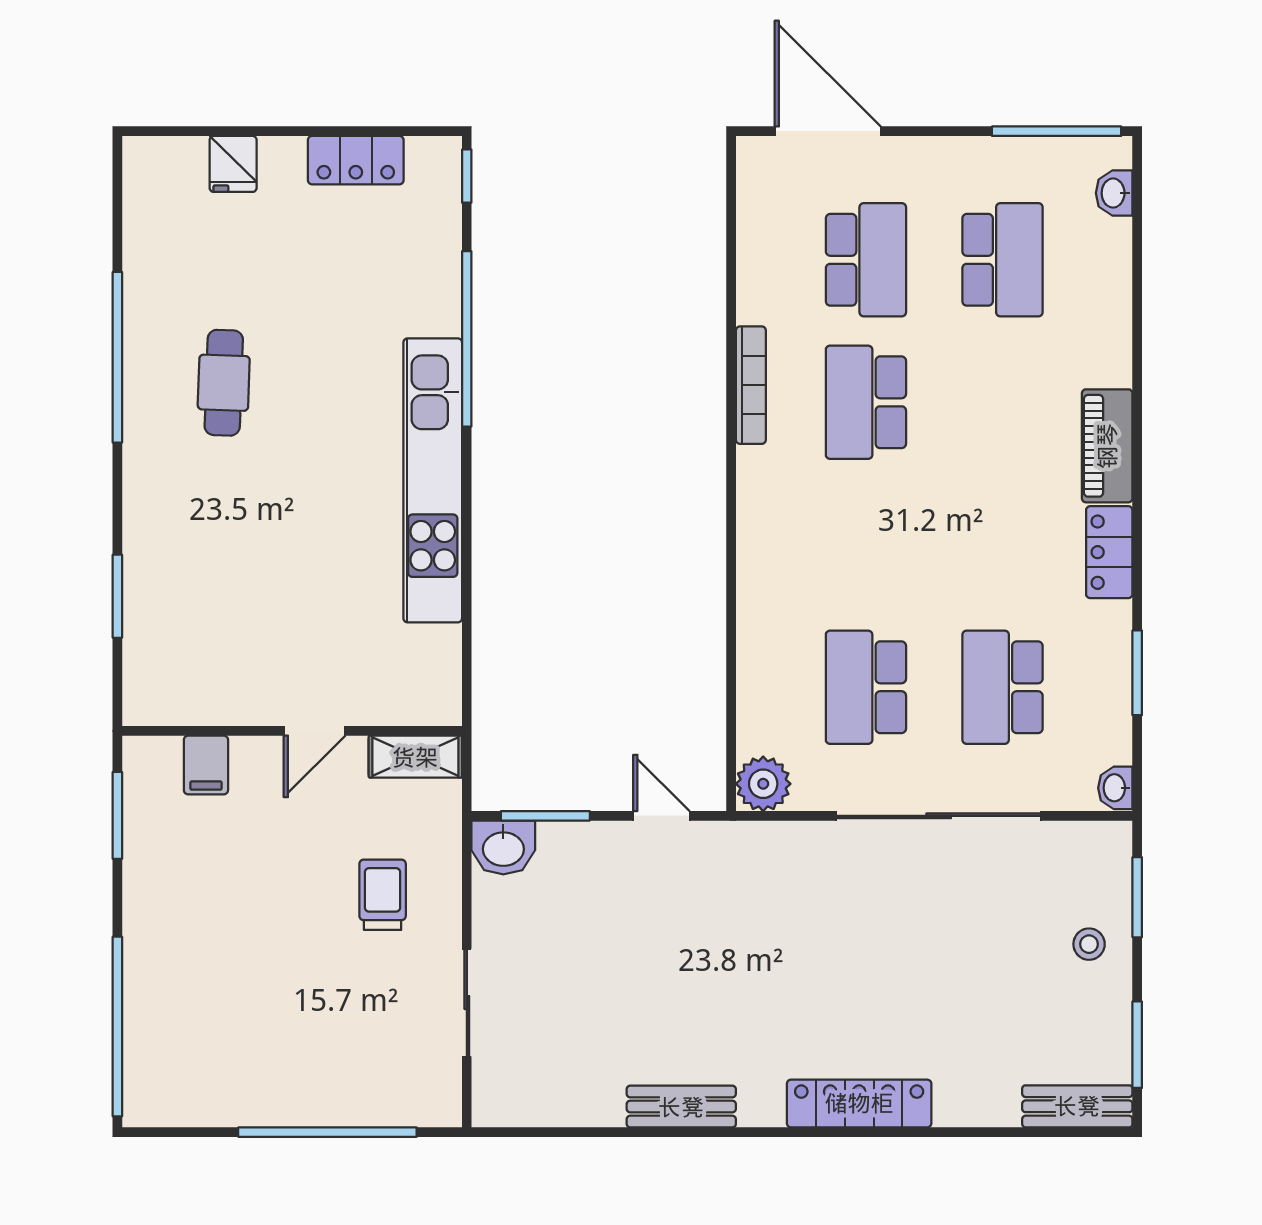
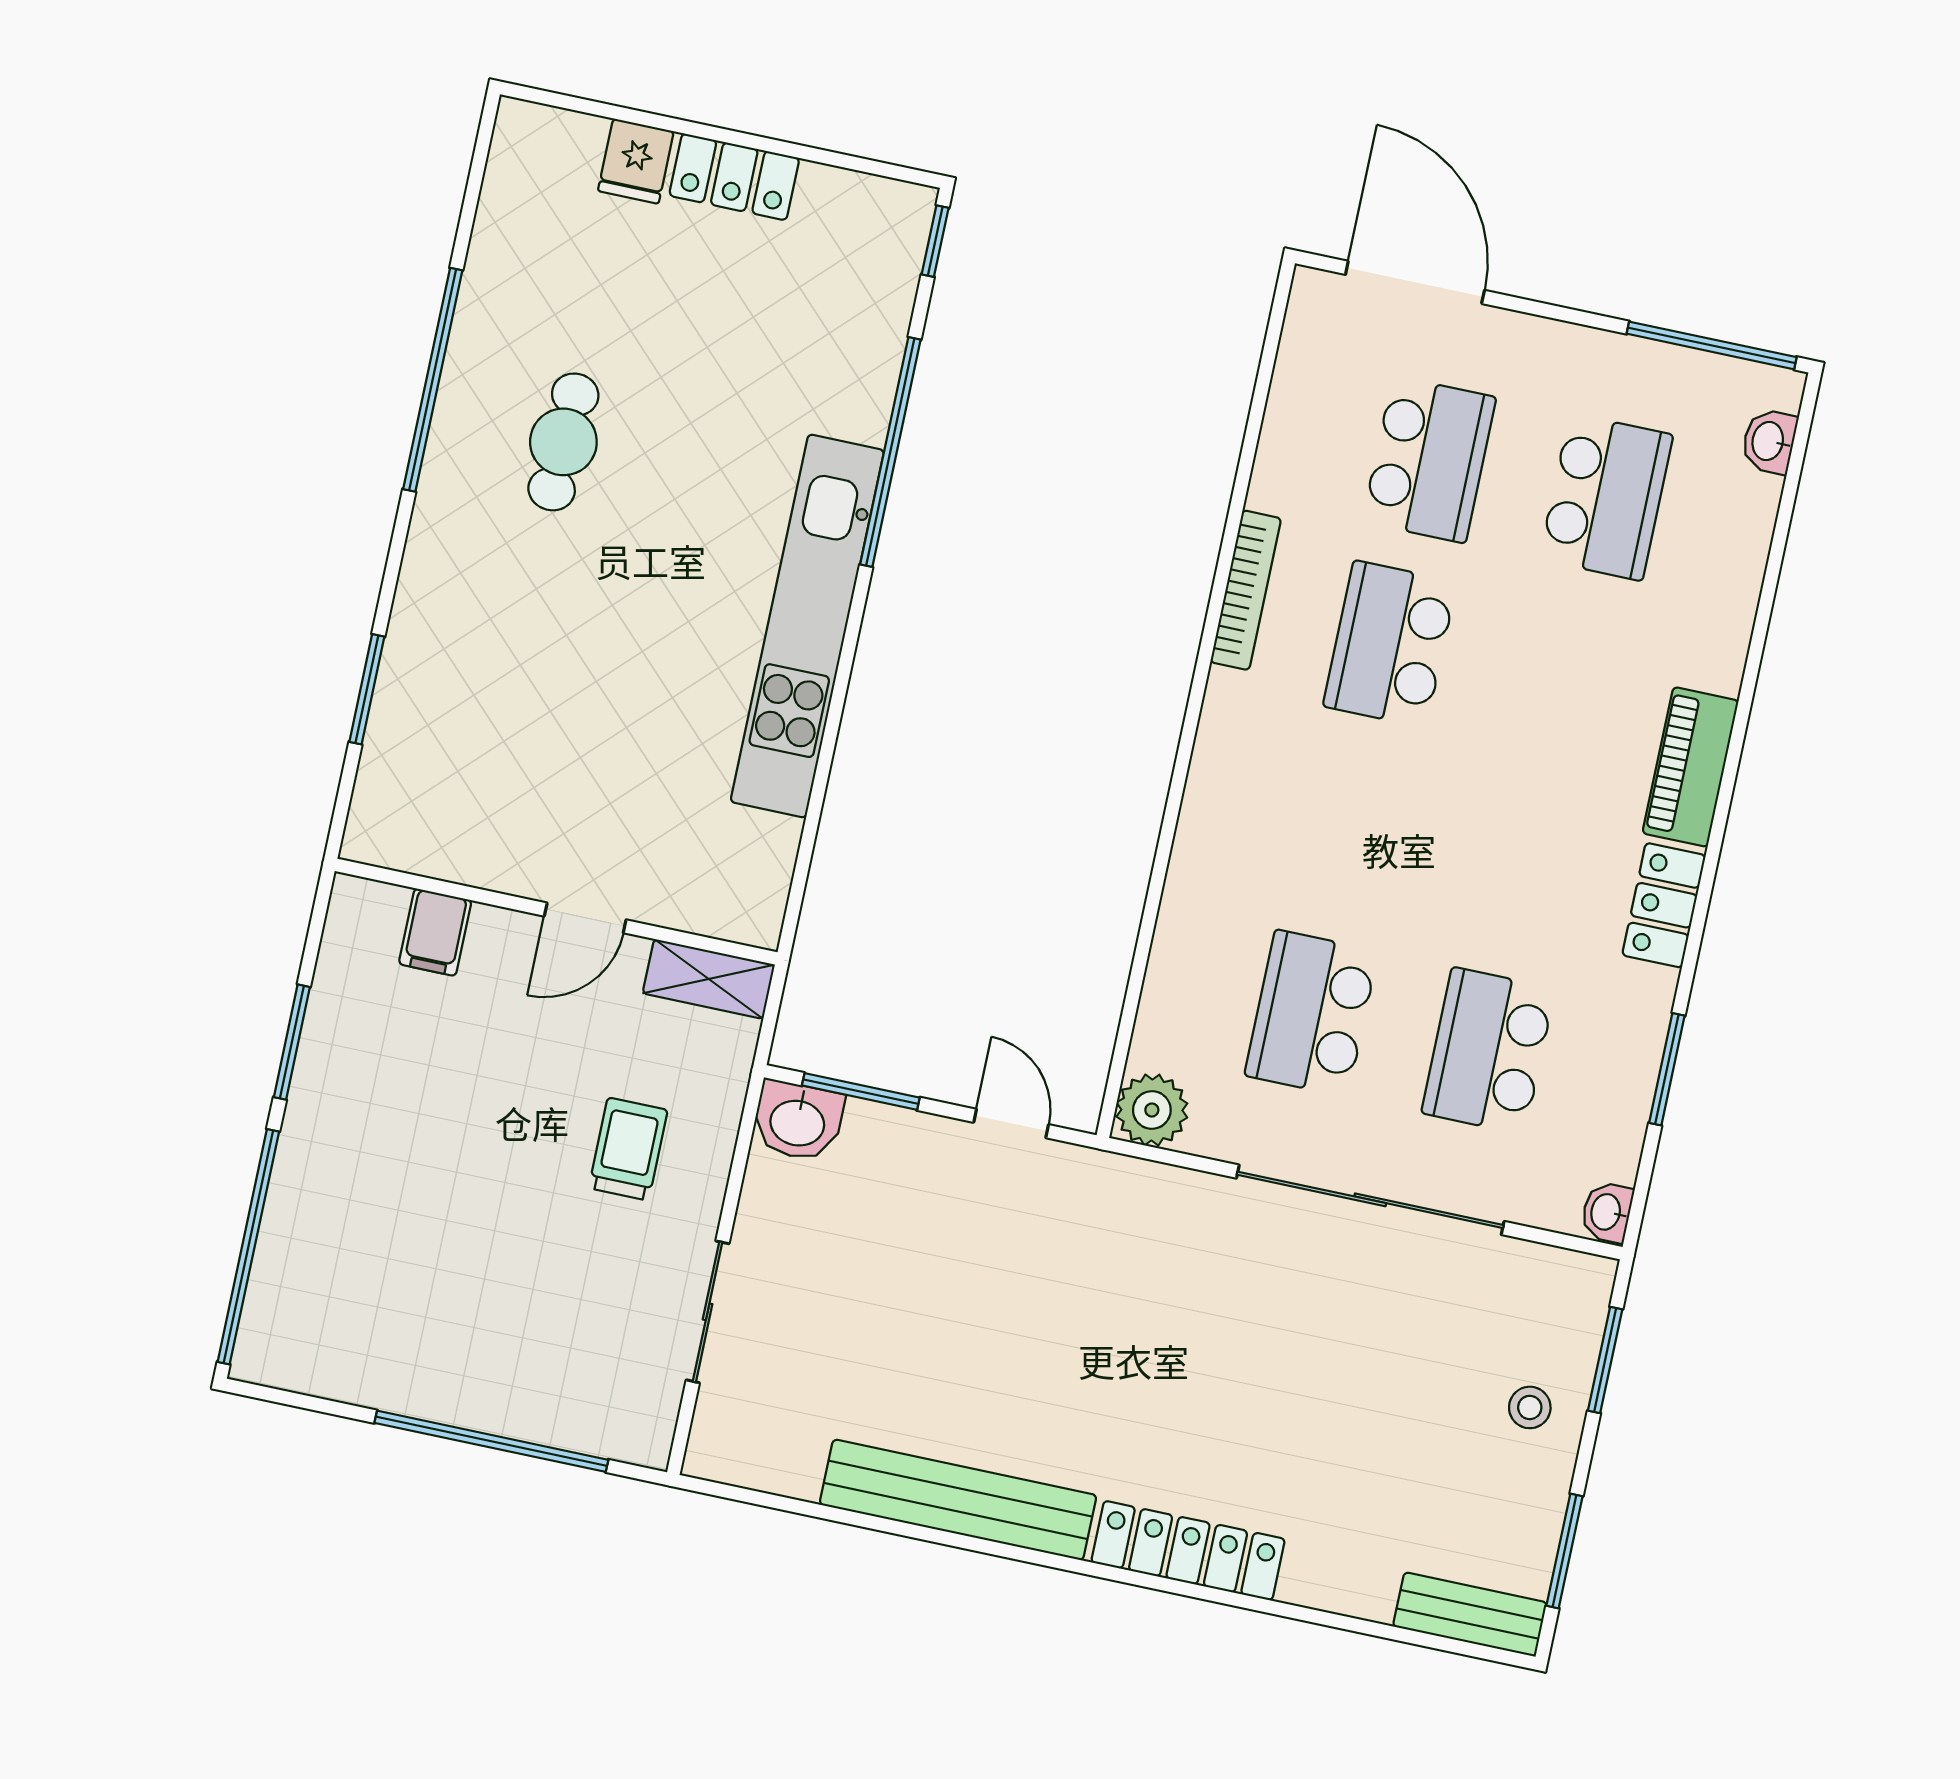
locker: (356, 160) -> (734, 177), moved
window: (117, 815) -> (292, 1042), moved
bench: (681, 1107) -> (958, 1500), width x1.86, depth x1.21

